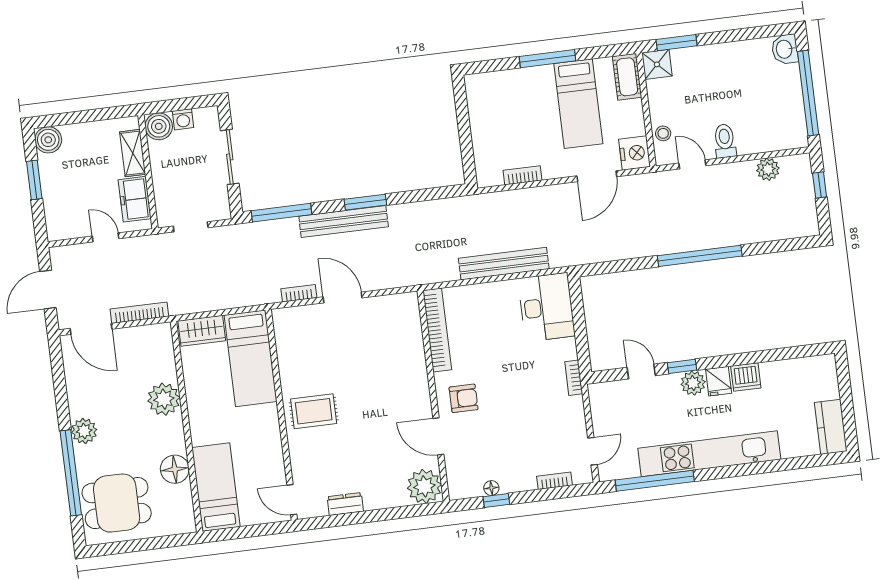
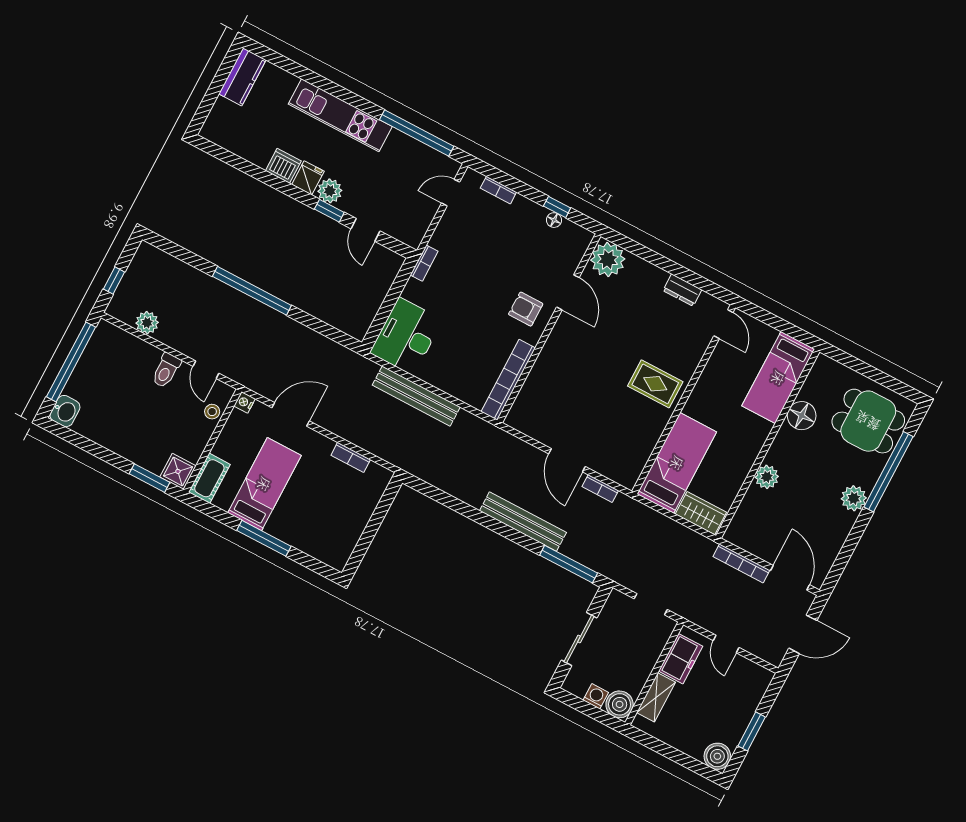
nightstand: (635, 153) -> (245, 402), width x0.53, depth x0.56
window: (365, 202) -> (494, 525), removed
plant: (164, 399) -> (767, 477), width x0.73, depth x0.73
kitchen unit: (709, 454) -> (340, 115), width x0.73

